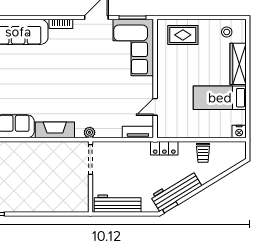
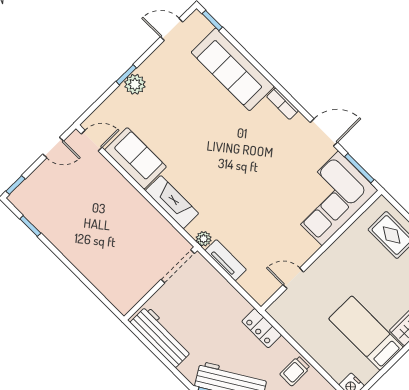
tv unit: (138, 132) -> (226, 260), moved

